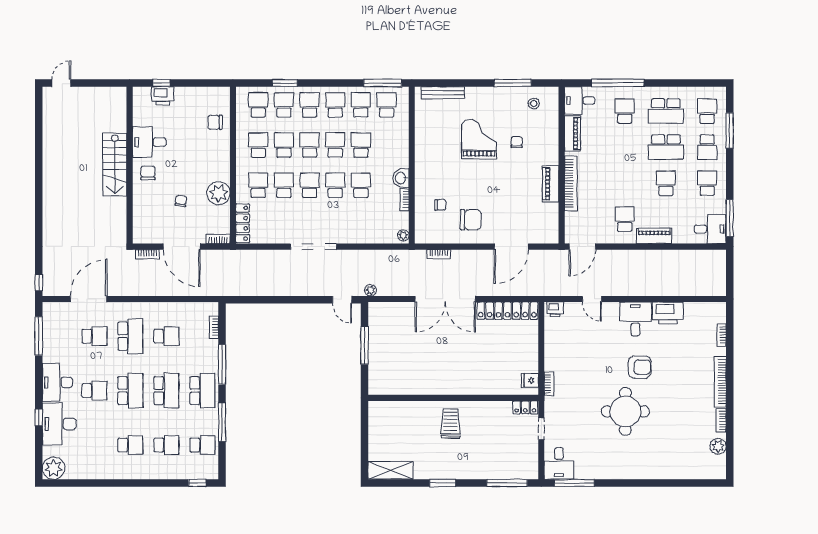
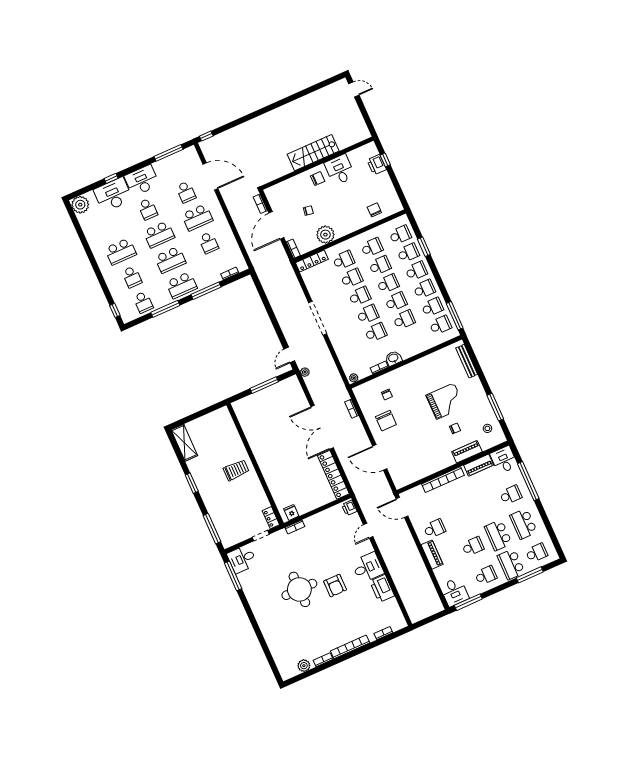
school desk: (707, 147) -> (511, 564), width x1.85
piano: (551, 184) -> (467, 452), moved
school desk: (130, 445) -> (121, 251), width x1.85

